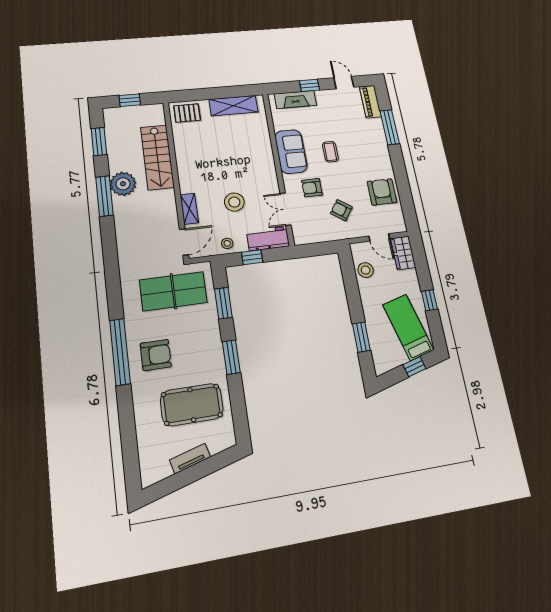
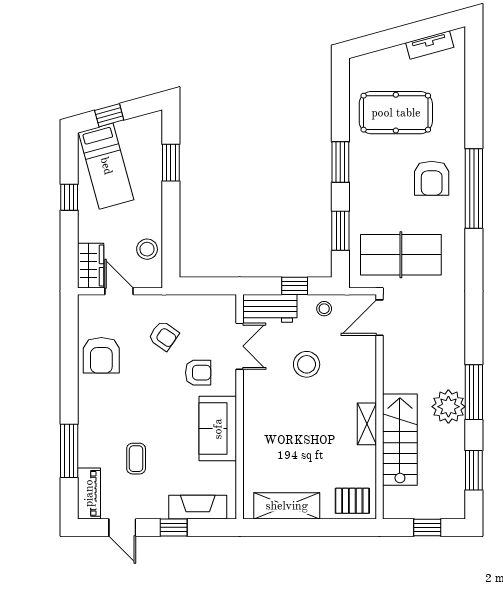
coffee table: (330, 152) -> (136, 459), moved
shelving: (189, 209) -> (367, 424), moved
armchair: (156, 355) -> (432, 178), turned -90
tv unit: (190, 458) -> (430, 45), moved

